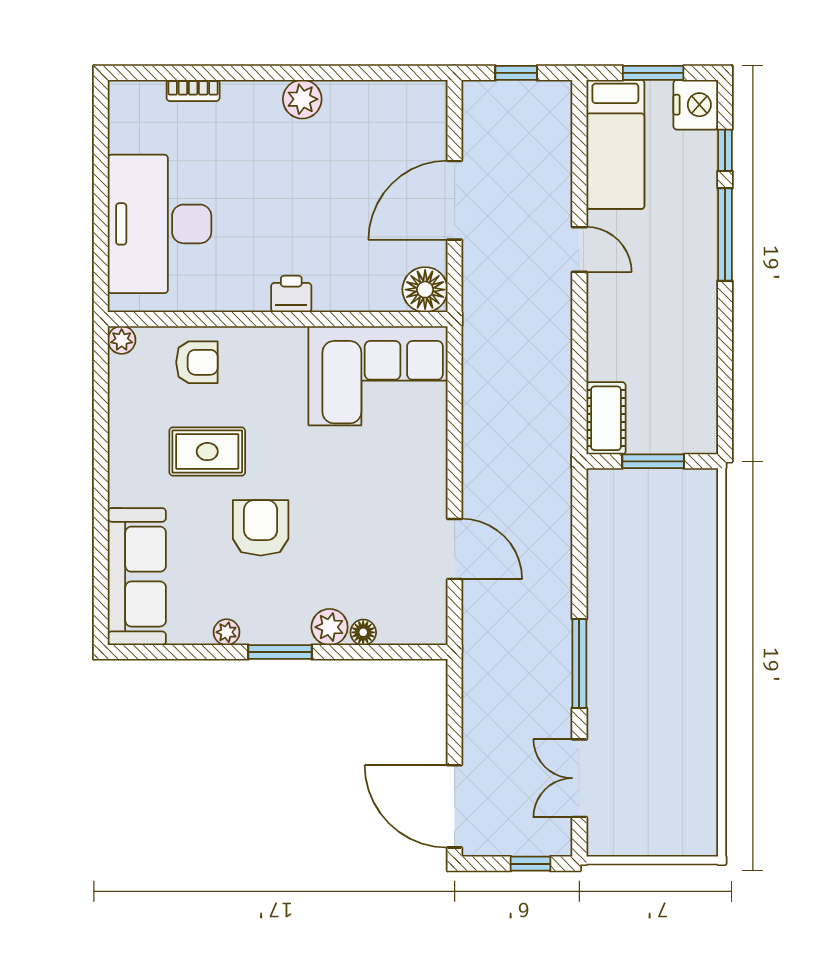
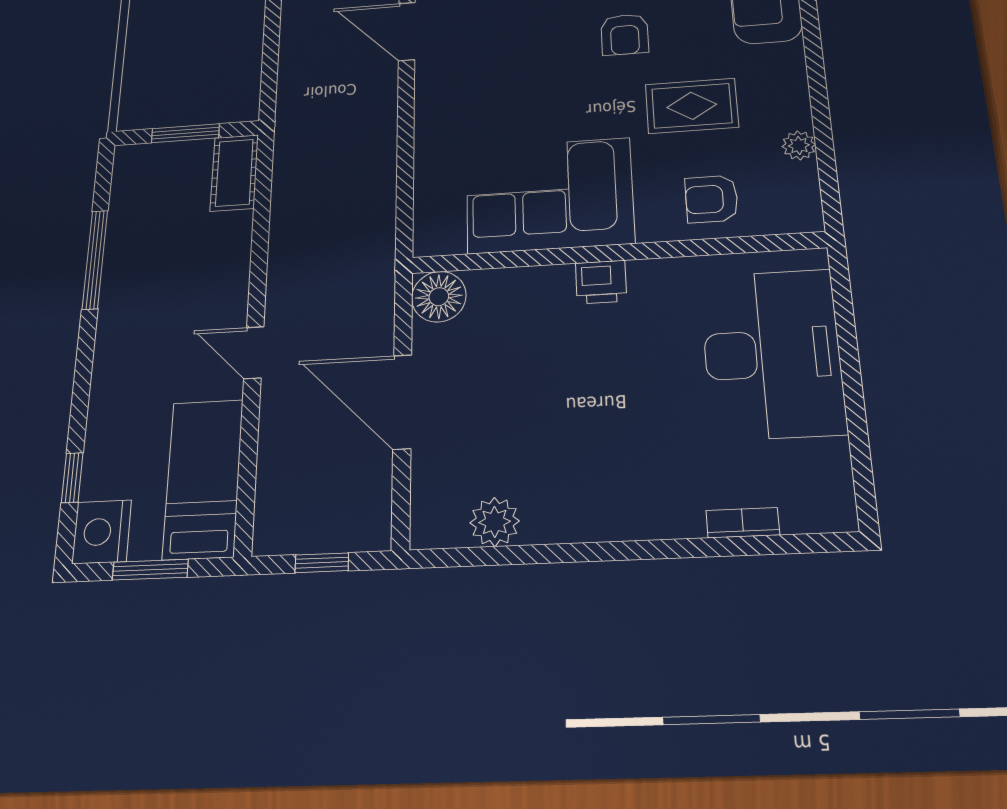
plant: (302, 99) -> (495, 522), moved
door: (455, 200) -> (402, 402), swing flipped
window: (725, 235) -> (95, 260), moved
plant: (122, 340) -> (799, 145), moved
corner sofa: (378, 376) -> (549, 195), moved
armchair: (261, 528) -> (625, 34), width x0.72, depth x0.72

